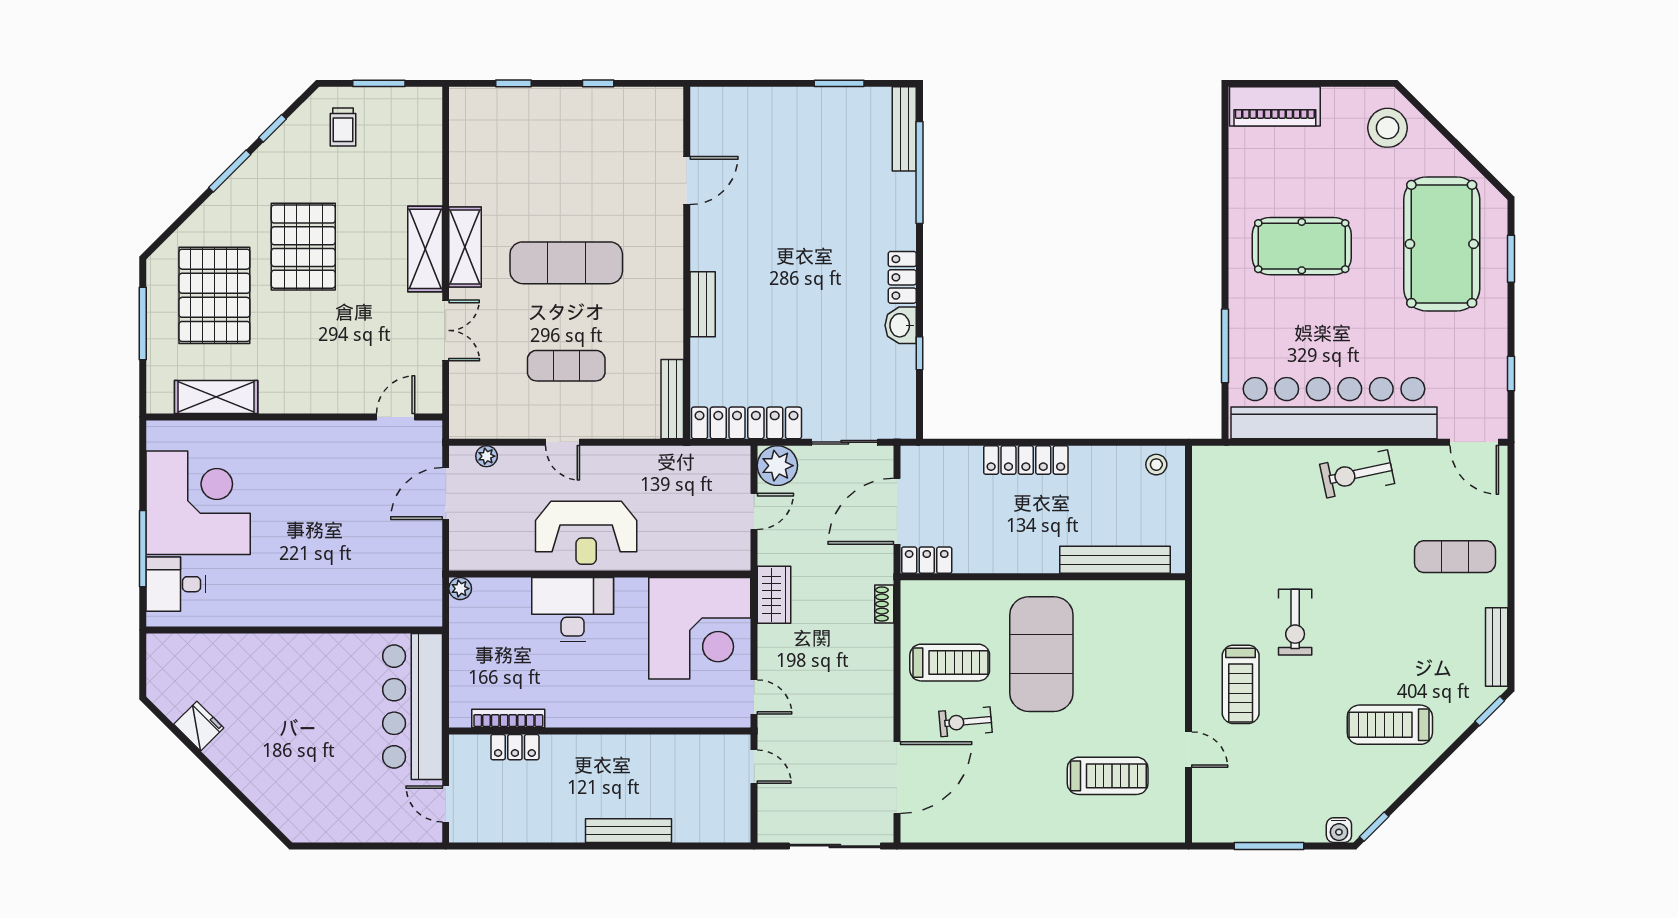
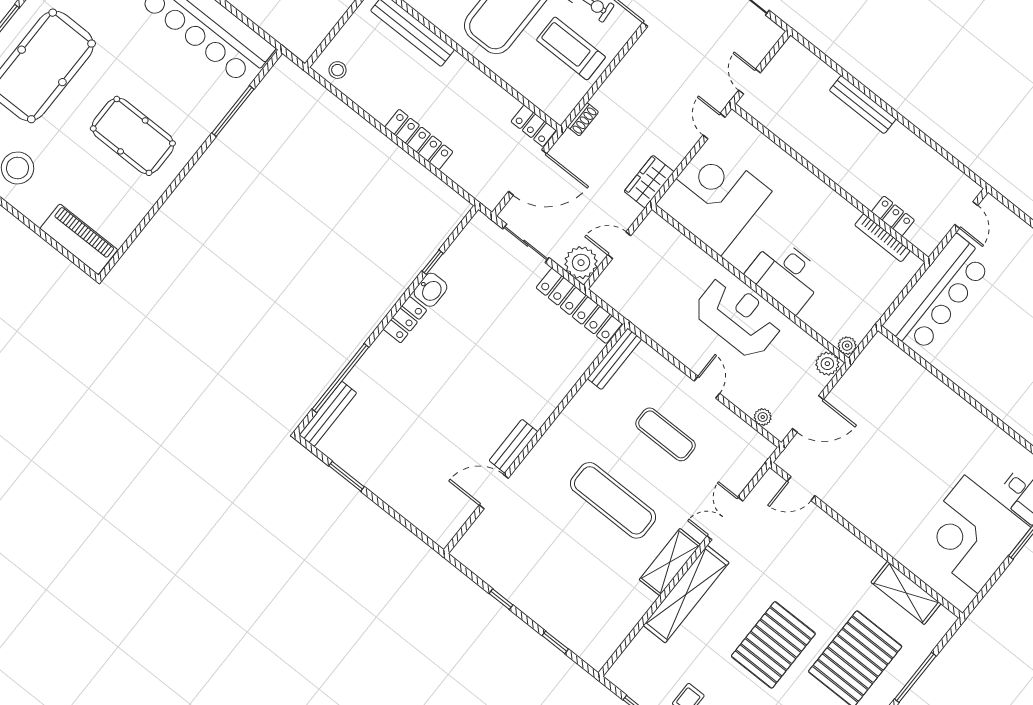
shelving: (425, 249) -> (686, 594), width x1.47
bench: (703, 304) -> (513, 446), moved
plant: (465, 556) -> (827, 364), added

